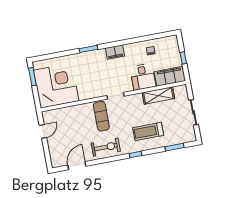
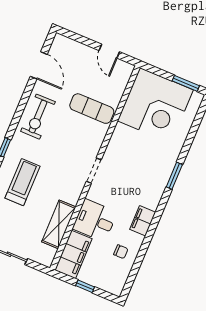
filing cabinet: (115, 52) -> (143, 221), moved
exercise mat: (101, 116) -> (92, 109), moved

